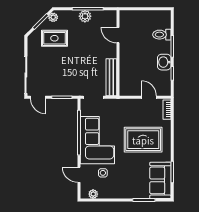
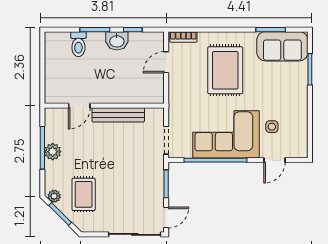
bench: (111, 77) -> (118, 115), moved
plant: (93, 194) -> (301, 140), removed

